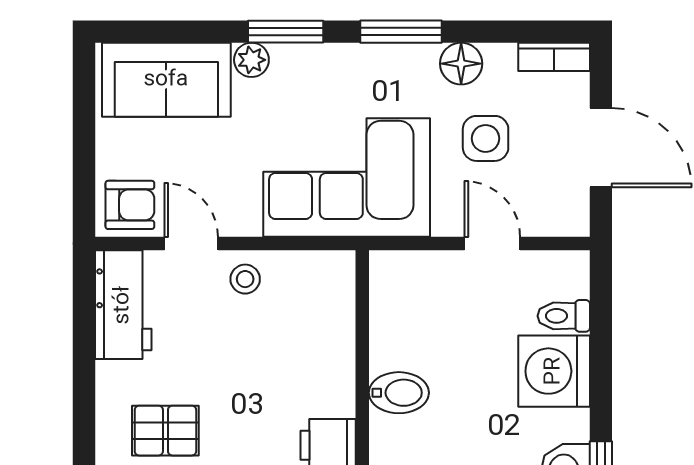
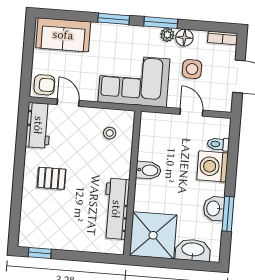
plant: (251, 60) -> (167, 35), moved
stool: (245, 279) -> (110, 133), moved

